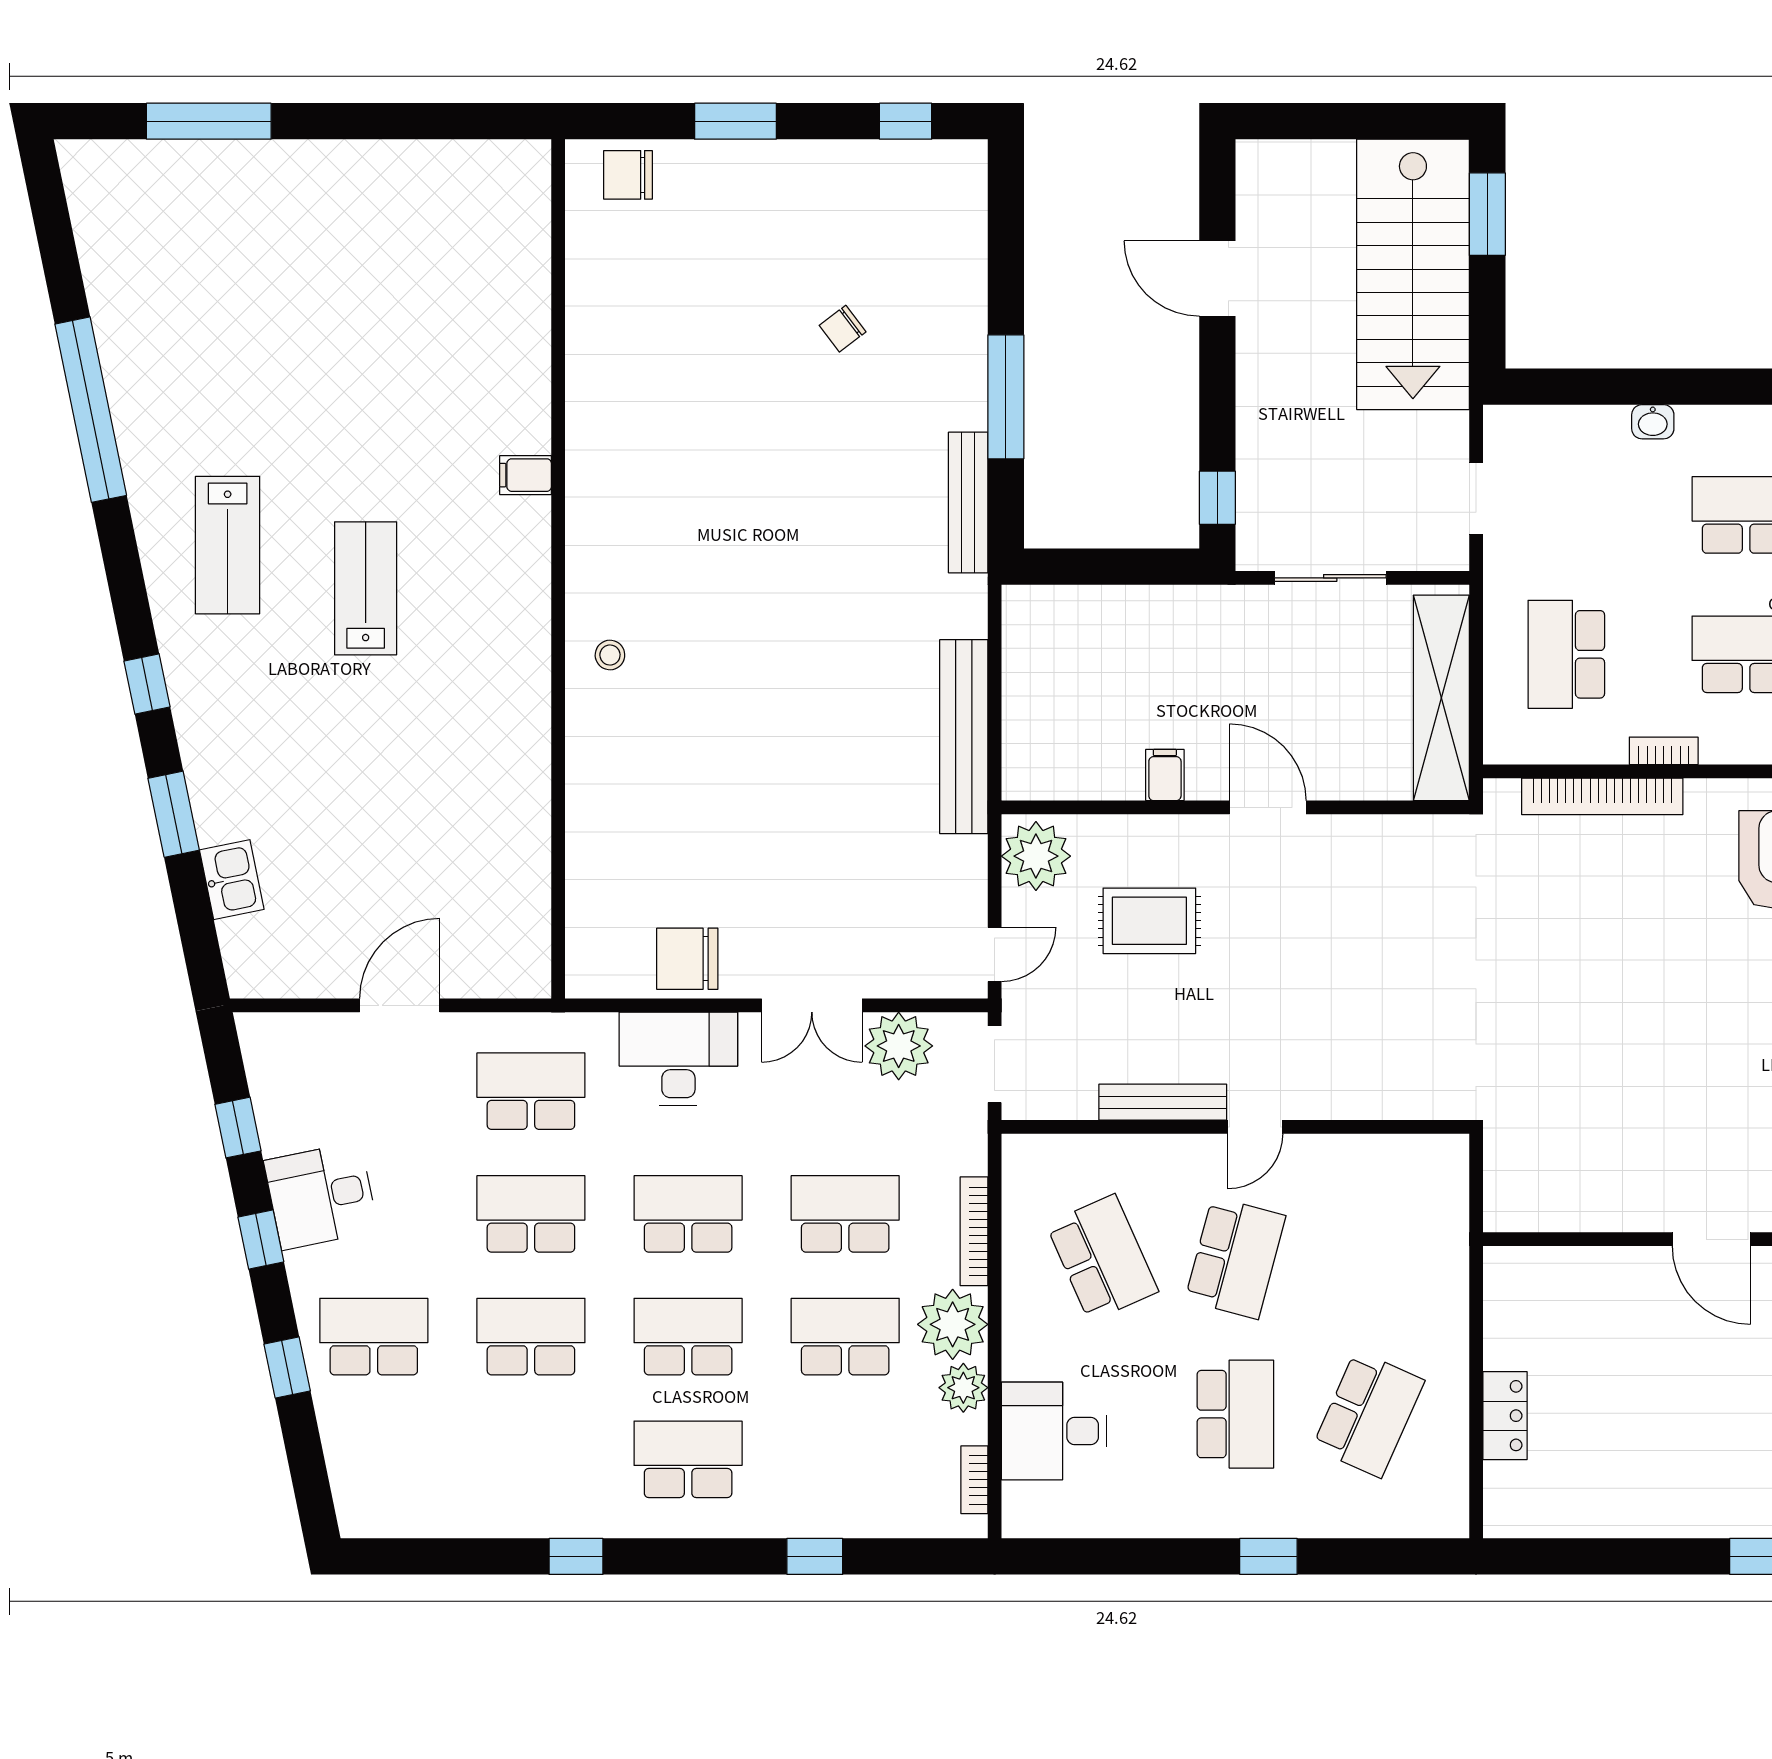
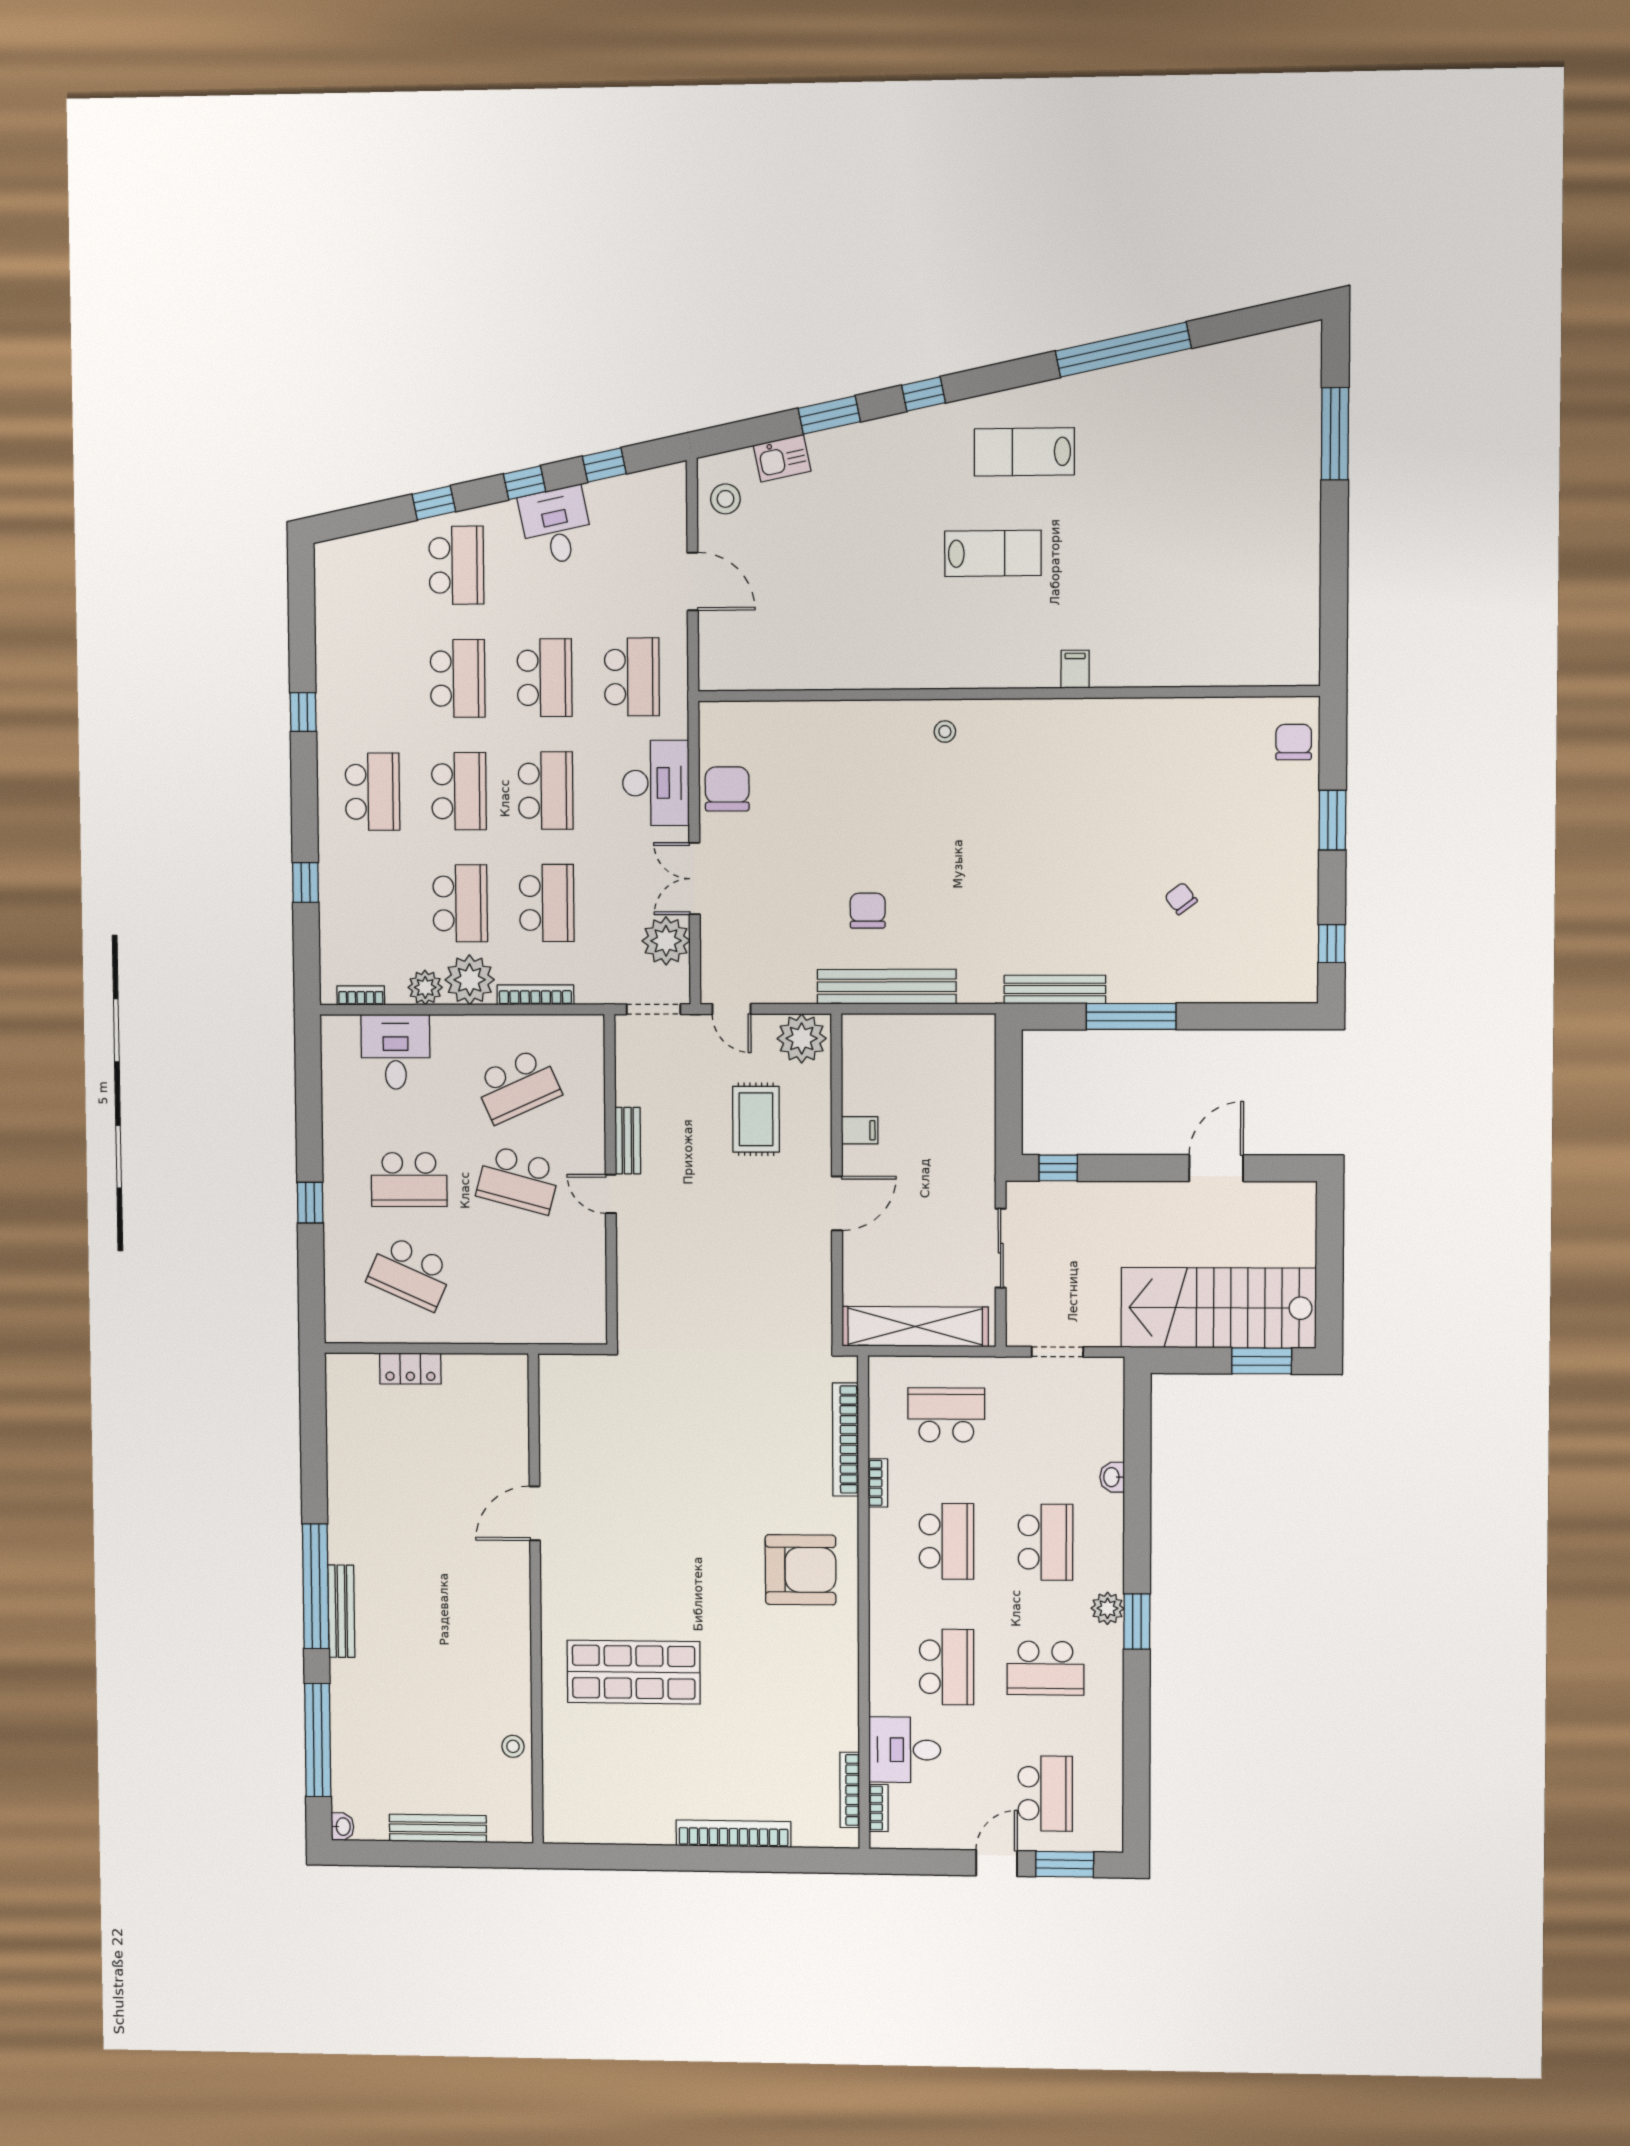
chair: (858, 763) -> (868, 911), added
stool: (287, 959) -> (725, 499), added
bench: (1163, 1102) -> (628, 1141), width x0.73

